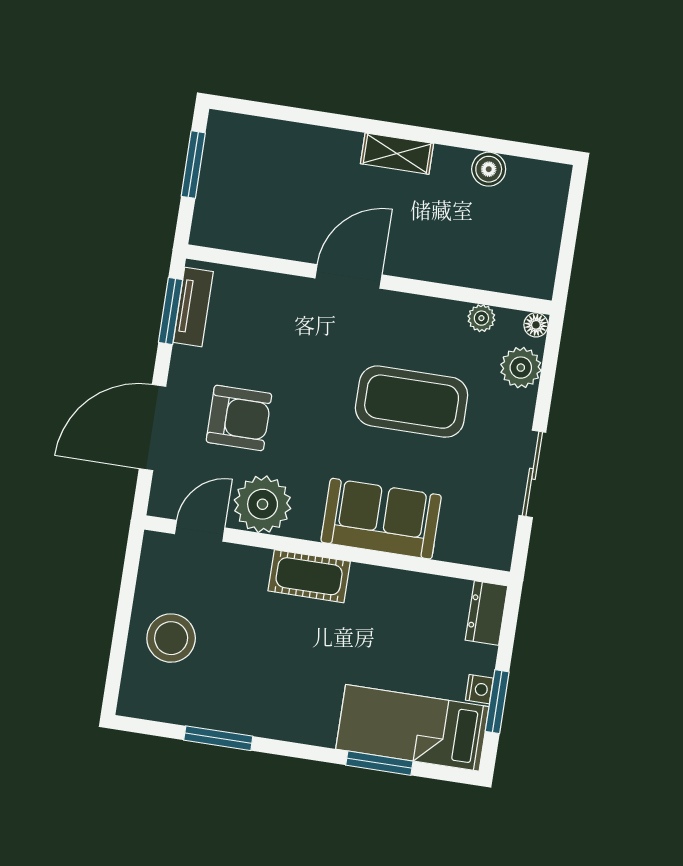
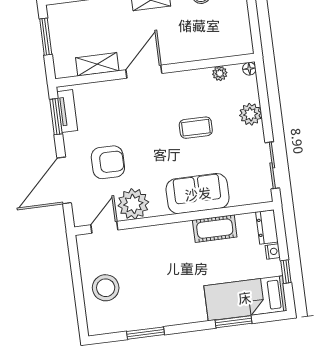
shelving: (270, 240) -> (97, 64), added
plant: (521, 368) -> (250, 114), moved
coffee table: (412, 402) -> (196, 128), width x0.54, depth x0.58
sliding door: (532, 474) -> (272, 165), moved
cot: (309, 576) -> (215, 229), moved
nightstand: (479, 689) -> (273, 251), moved
window: (497, 702) -> (286, 272), width x0.67

